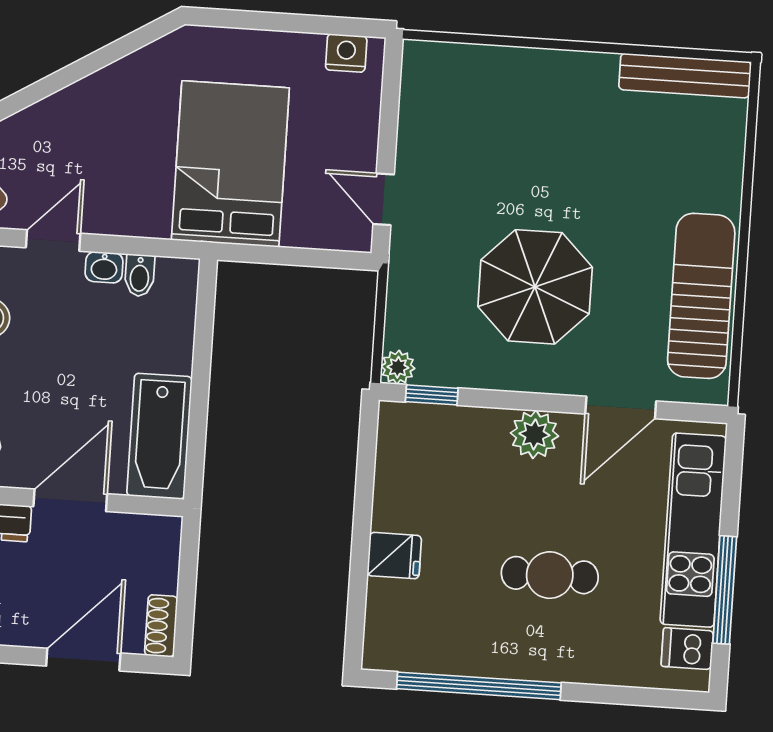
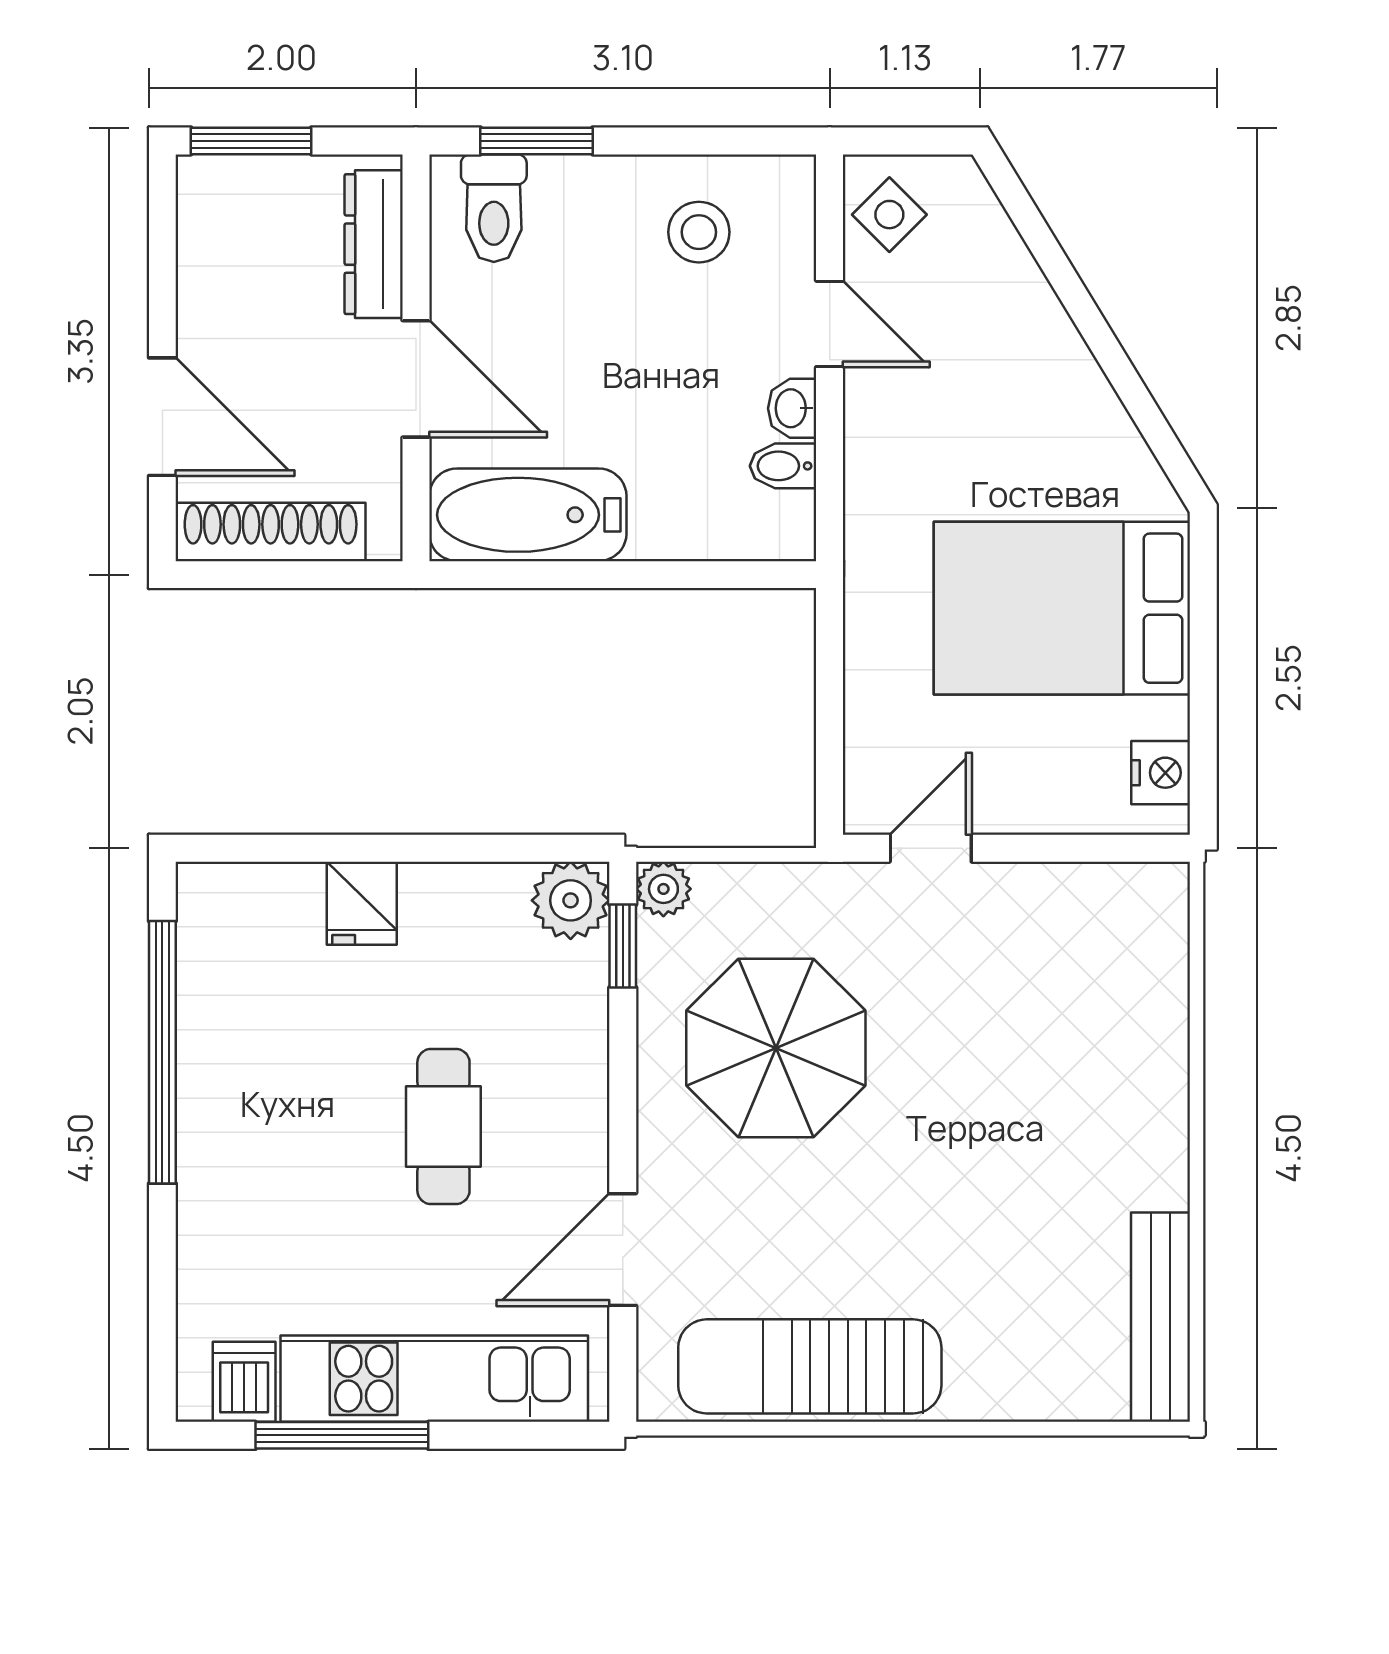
bed: (230, 164) -> (1062, 608), moved, turned 180
parasol: (535, 287) -> (776, 1048), moved
sun lounger: (701, 296) -> (810, 1366), turned 180
door: (621, 408) -> (623, 1250), hinge flipped
plant: (534, 434) -> (571, 900), moved
cafe table: (550, 575) -> (443, 1127), moved
shoe rack: (161, 626) -> (271, 532), width x1.94, depth x1.24

